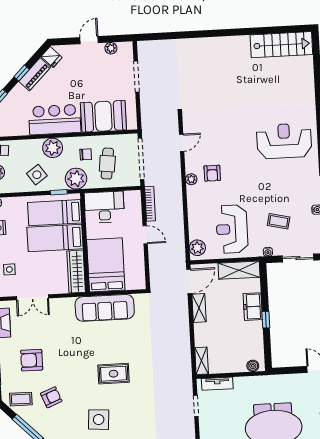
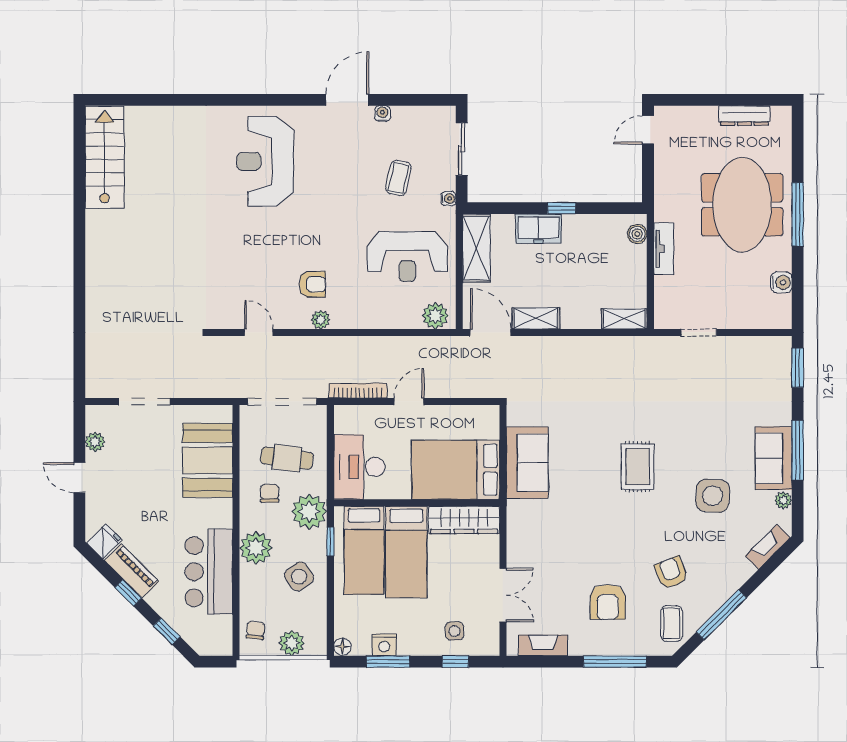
bar counter: (55, 120) -> (209, 572), moved
sofa: (105, 308) -> (527, 463), width x0.73
tv unit: (217, 384) -> (664, 249), moved

